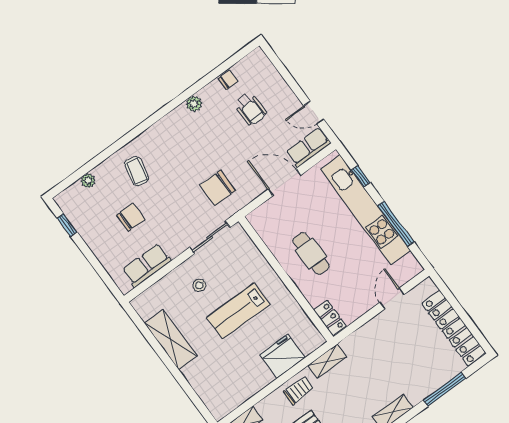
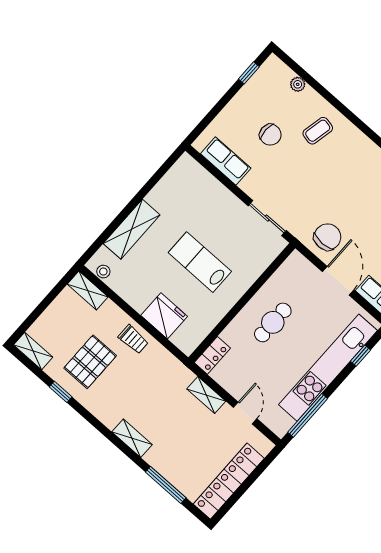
chair: (218, 188) -> (327, 237), moved, turned 90
window: (396, 224) -> (308, 415), moved
stool: (199, 285) -> (103, 272), moved
door: (392, 298) -> (245, 413), hinge flipped
shelving: (171, 340) -> (132, 229), moved
shelving: (327, 361) -> (206, 395), moved

